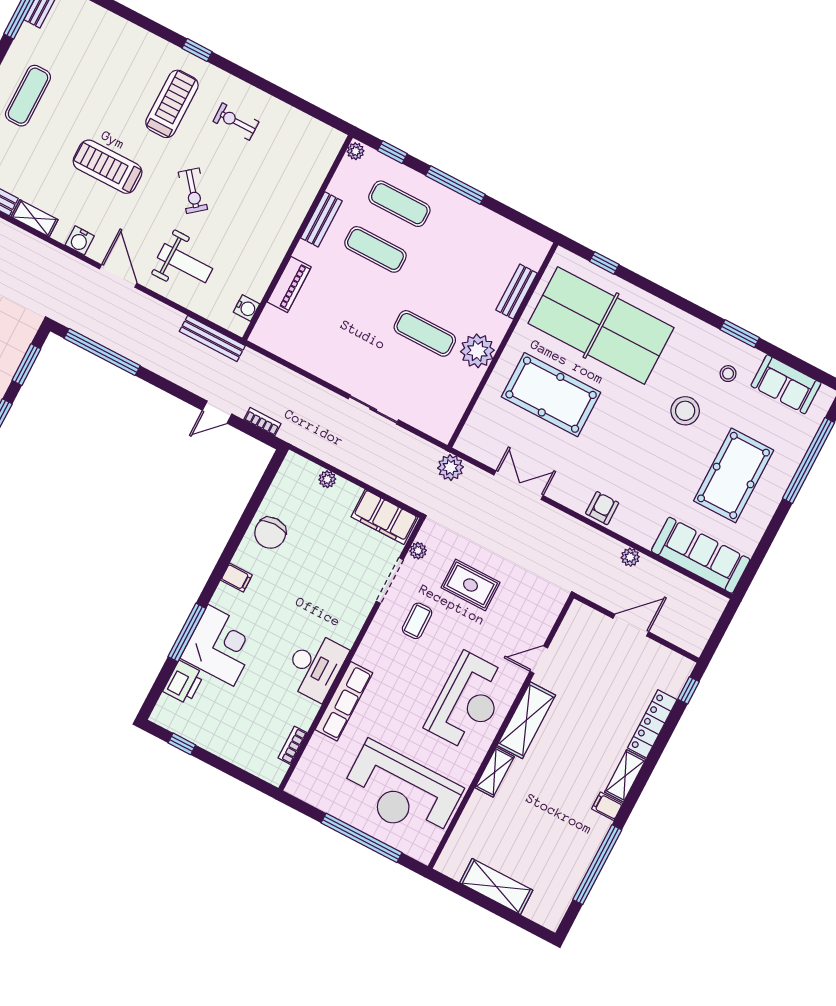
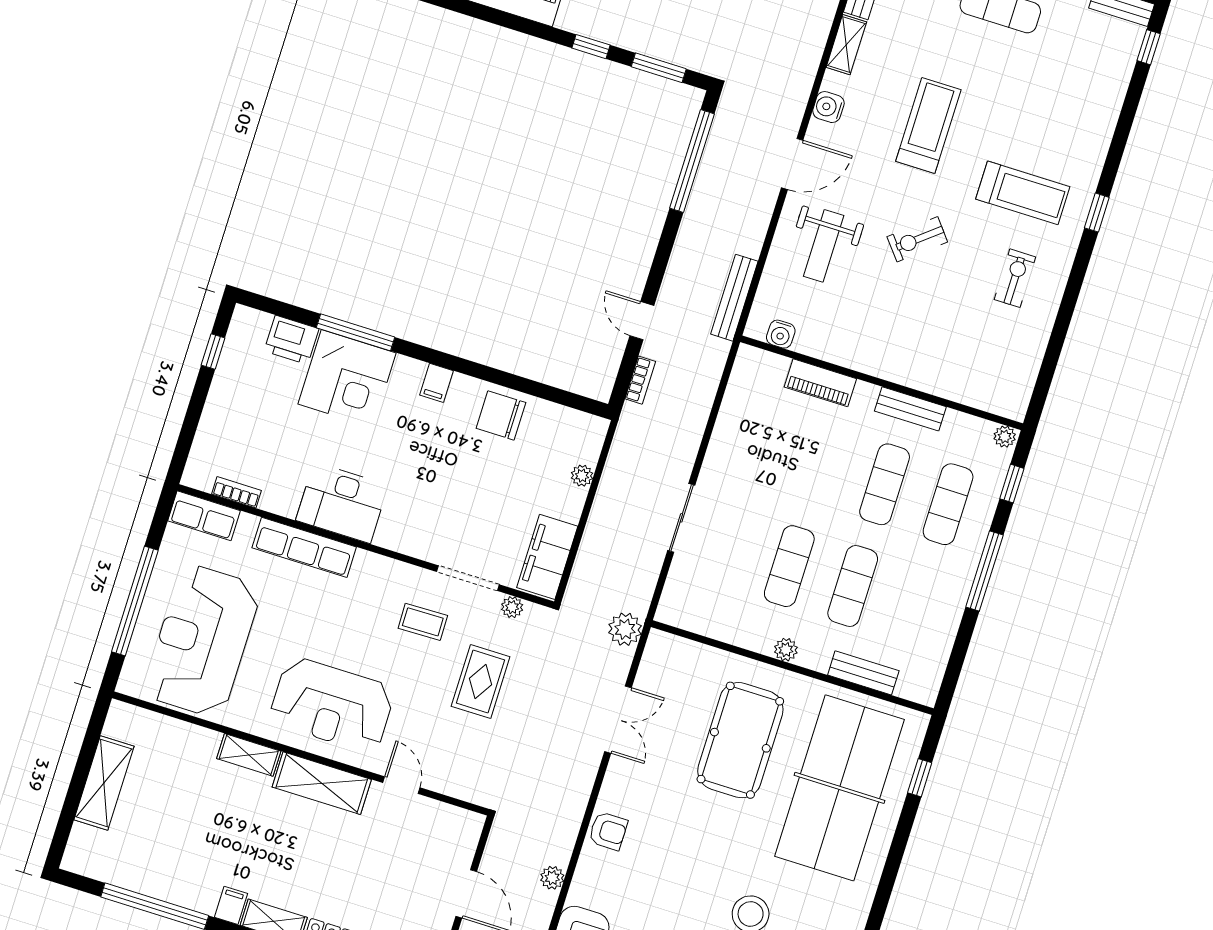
exercise mat: (449, 288) -> (853, 586), added
plant: (477, 351) -> (786, 650), width x0.53, depth x0.53
row of seats: (306, 773) -> (204, 516), added

